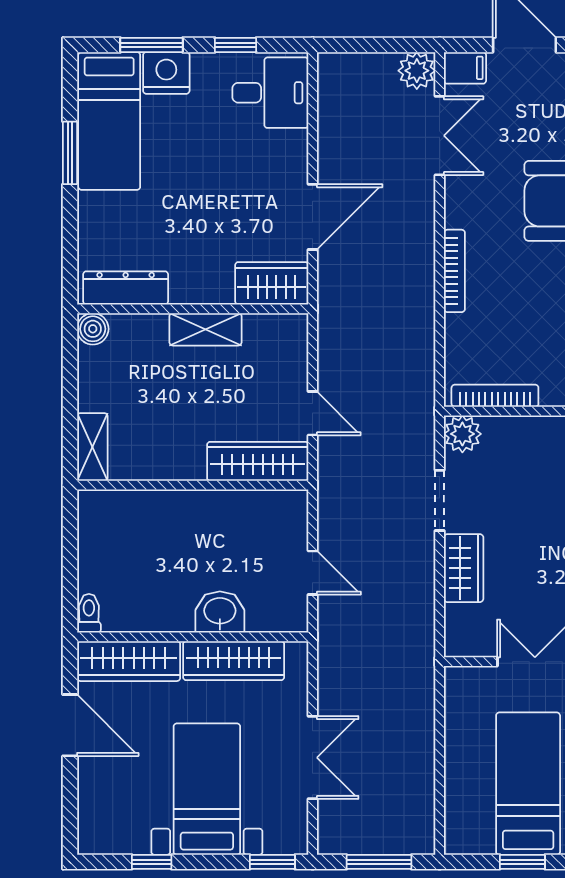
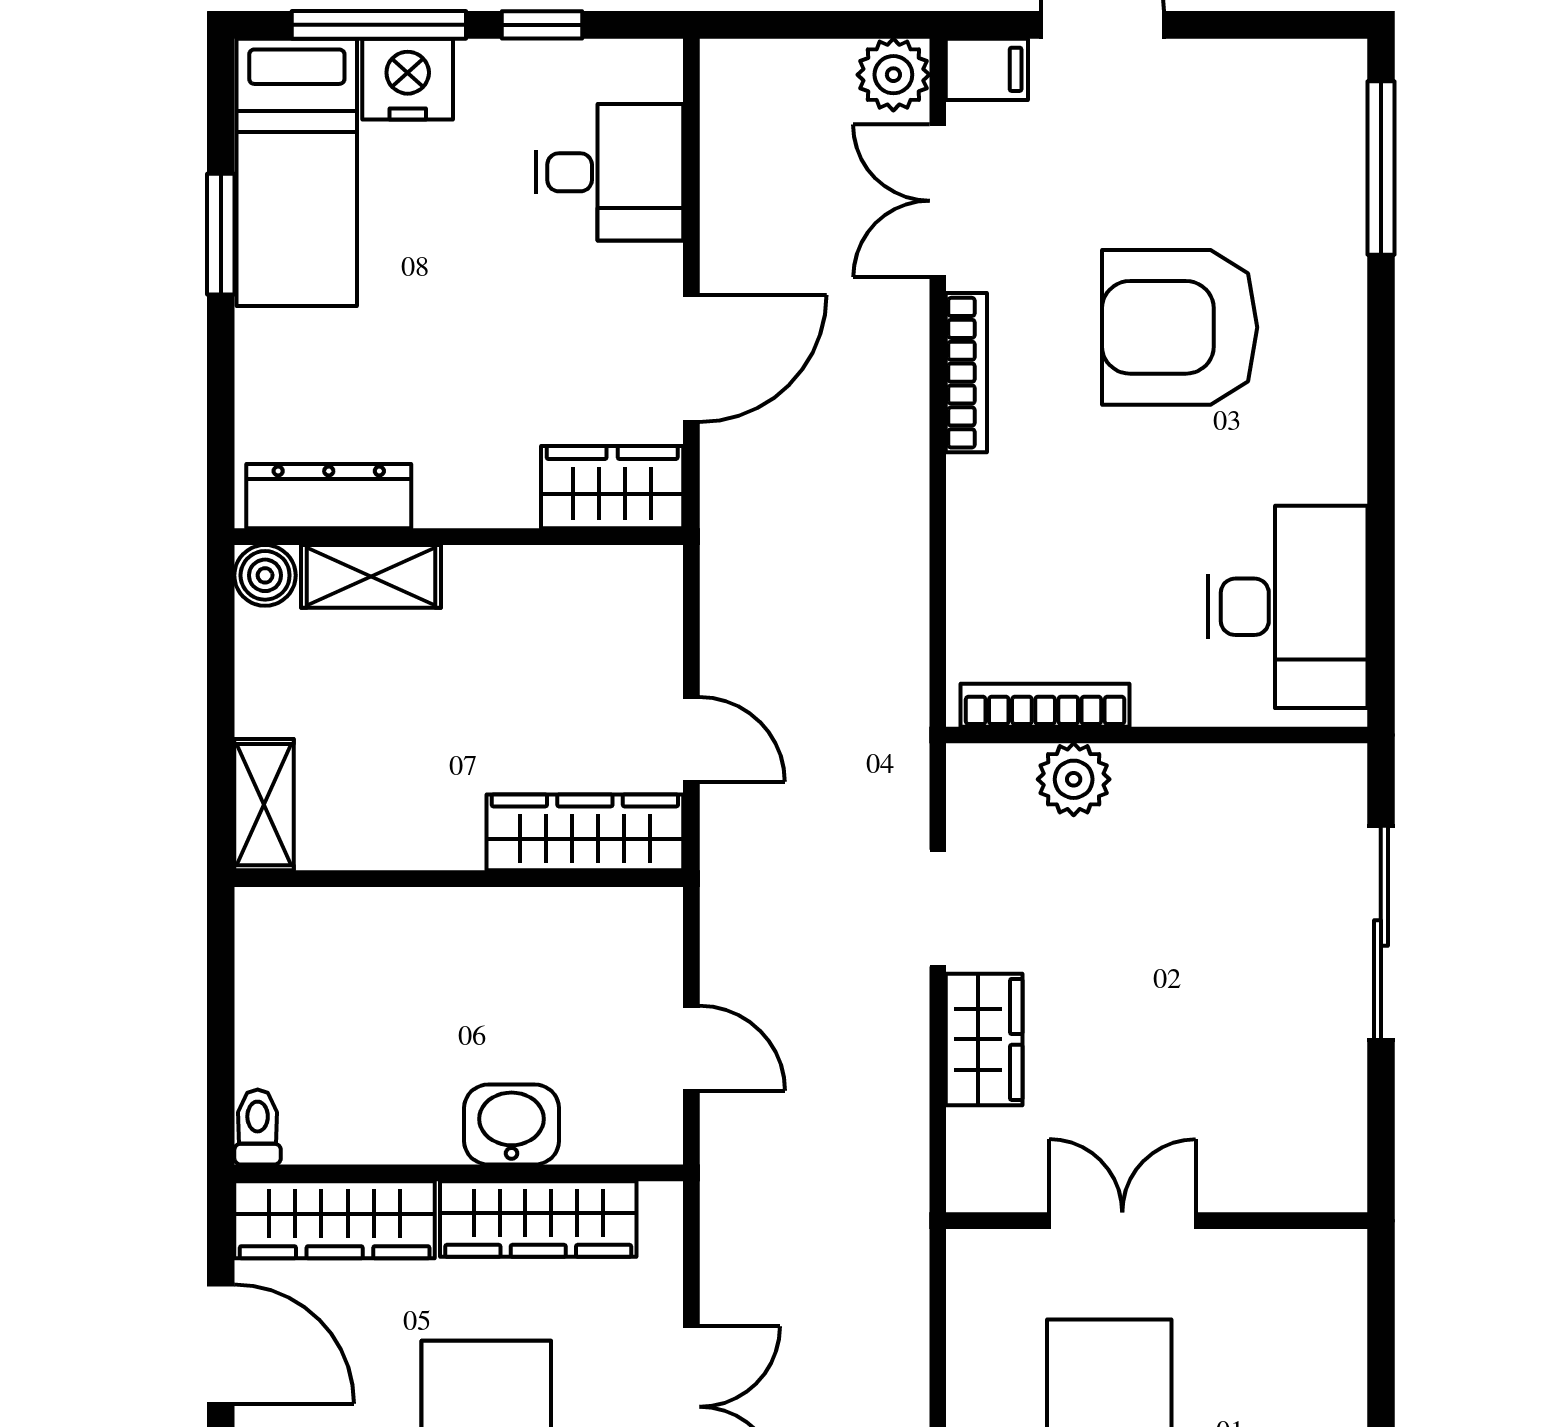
window: (151, 45) -> (379, 25), width x1.44
desk: (270, 93) -> (609, 172), moved
double door: (440, 136) -> (938, 201), swing flipped
bookcase: (454, 271) -> (966, 373), moved
shelving: (205, 329) -> (371, 576), moved
plant: (462, 434) -> (1074, 779), moved

